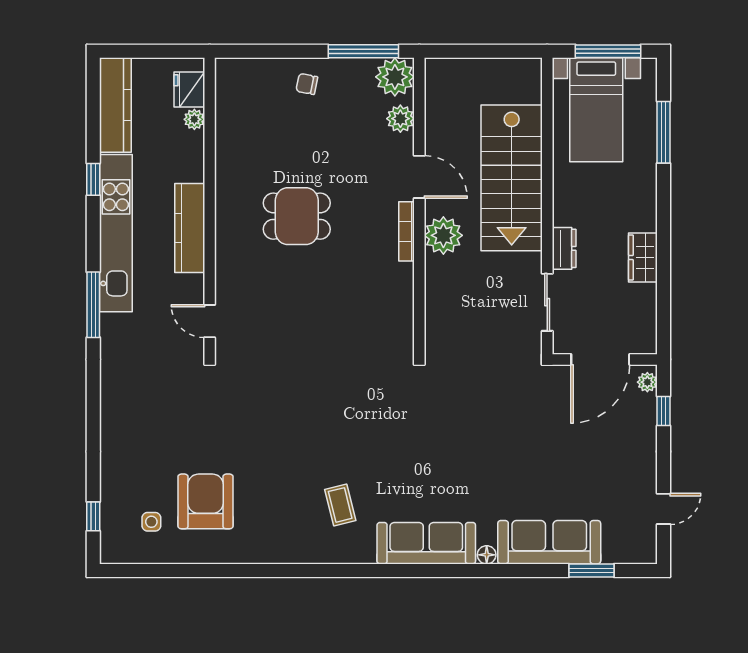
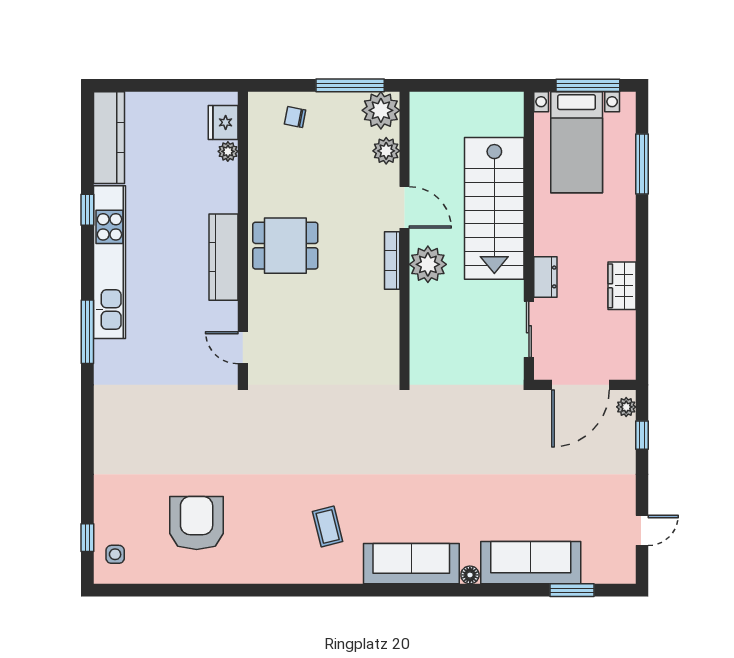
fridge: (189, 89) -> (223, 122), moved
plant: (194, 119) -> (228, 151), moved
wall: (210, 206) -> (243, 236), moved
kitchen counter: (190, 228) -> (223, 257), moved
door: (210, 321) -> (243, 348), moved
side table: (151, 522) -> (115, 554), moved

